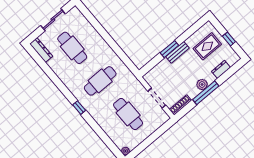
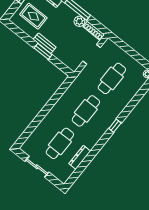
dresser: (41, 50) -> (80, 157), moved
cafe table: (100, 81) -> (86, 111), turned 90
plant: (202, 84) -> (79, 21), moved

